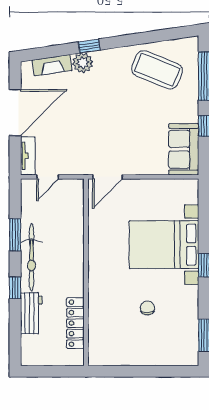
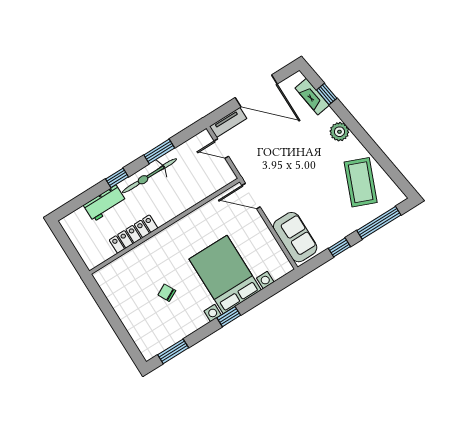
window: (89, 46) -> (327, 94), moved
plant: (83, 63) -> (339, 132), moved
sofa: (184, 149) -> (295, 237), moved, turned 90
chair: (147, 308) -> (167, 293), turned -118
locker: (75, 323) -> (134, 234), moved

